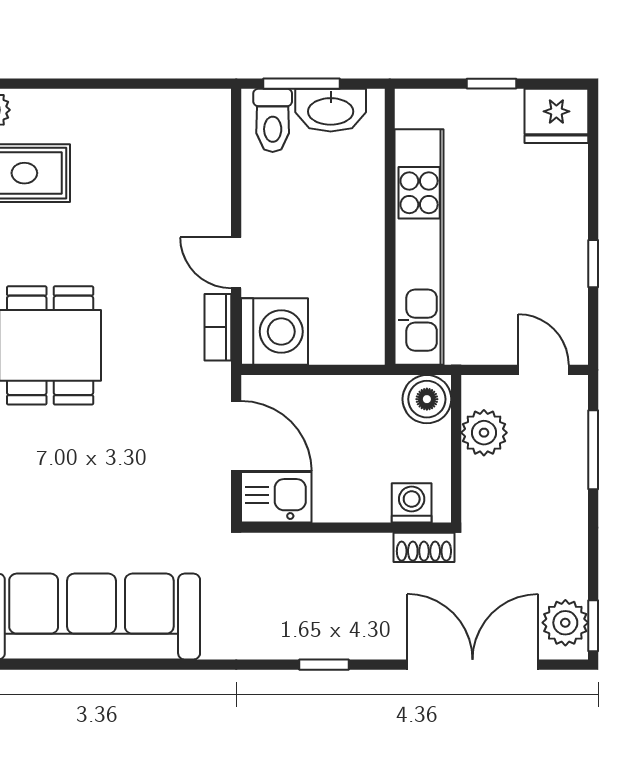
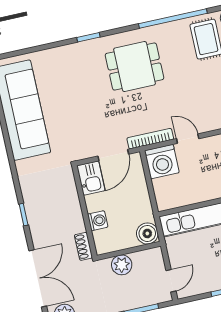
door: (236, 263) -> (188, 139), hinge flipped
bookcase: (218, 327) -> (150, 139), width x1.56
plant: (484, 433) -> (122, 265), moved
washing machine: (412, 503) -> (98, 221), moved

